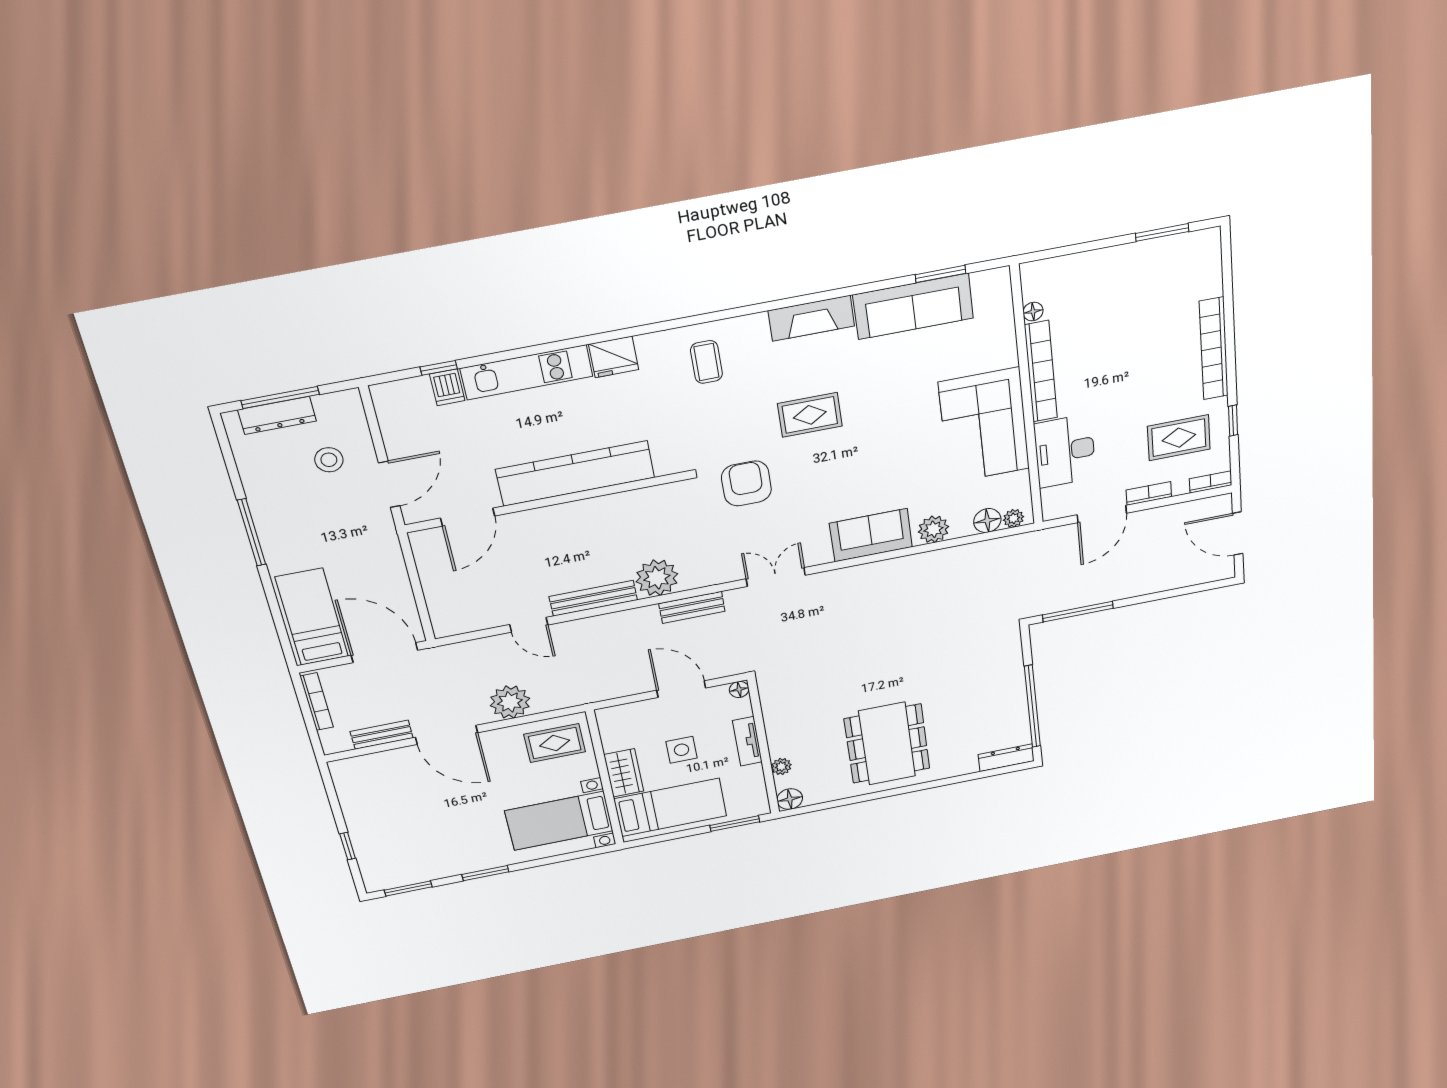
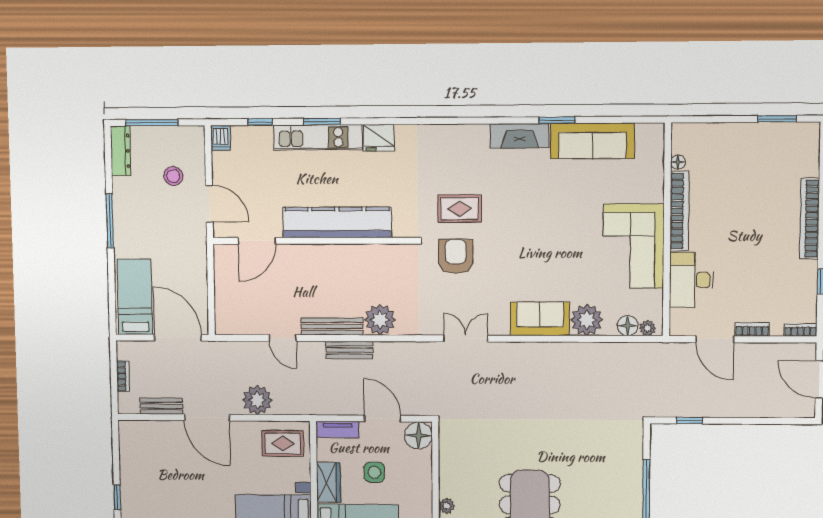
window: (940, 274) -> (557, 120), moved
window: (528, 351) -> (322, 122), added
coffee table: (706, 362) -> (442, 155), removed
dishwasher: (447, 387) -> (221, 138), moved
dresser: (277, 415) -> (121, 151), moved, turned -90
rug: (810, 415) -> (459, 209), moved
rug: (1179, 438) -> (778, 287), removed
door: (389, 484) -> (209, 204), hinge flipped
door: (1102, 514) -> (715, 339), hinge flipped
plant: (933, 529) -> (587, 320), width x1.36, depth x1.36
bench: (692, 607) -> (349, 350), moved
window: (1078, 612) -> (689, 421), width x0.46
floor lamp: (739, 689) -> (419, 436), width x1.89, depth x1.89
bookcase: (317, 702) -> (123, 376), width x0.64
tv unit: (747, 741) -> (337, 429), moved, turned -90

